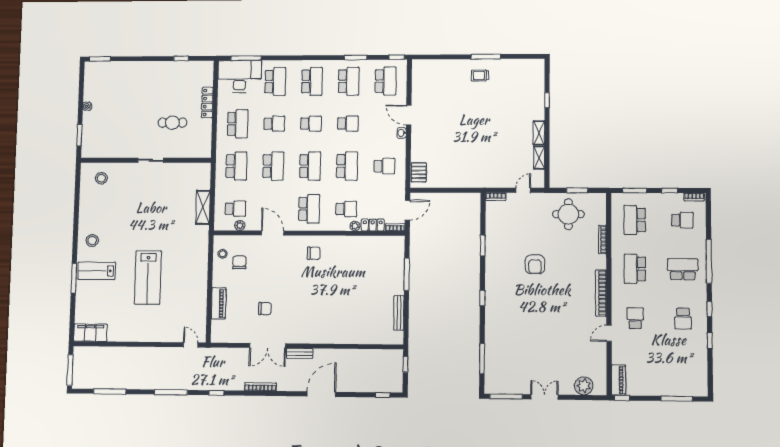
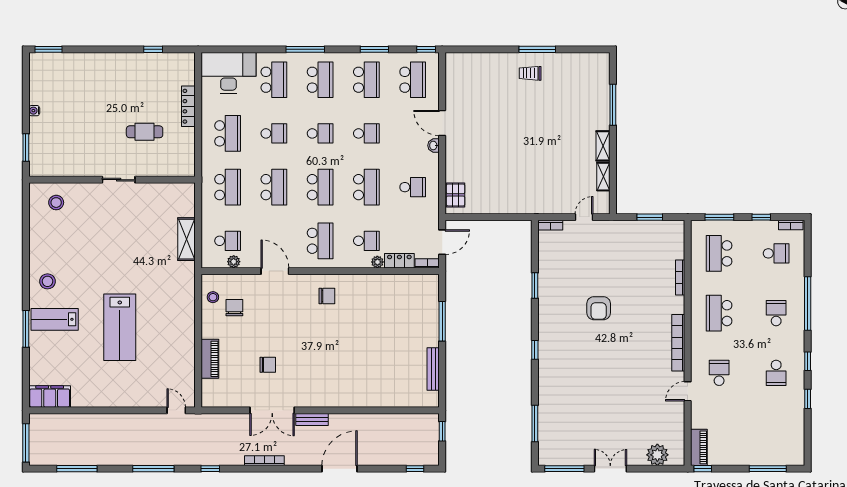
window: (246, 58) -> (305, 49), moved
window: (547, 100) -> (613, 105), width x2.17
round table: (568, 214) -> (639, 247), removed
school desk: (683, 269) -> (776, 313), width x0.54

